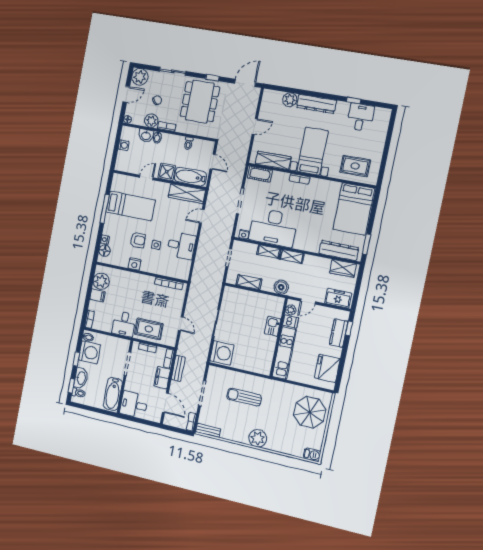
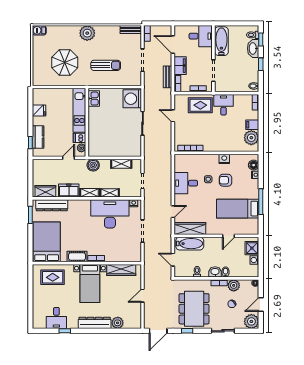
washbasin: (146, 136) -> (215, 272), moved
shower: (167, 172) -> (252, 248), moved
cot: (260, 174) -> (77, 257), moved
freezer: (338, 298) -> (69, 191), moved, turned 180
kitchen sink: (273, 326) -> (94, 99), moved
washing machine: (89, 352) -> (250, 73), removed
fridge: (327, 368) -> (39, 111), width x0.53, depth x0.75
parasol: (310, 412) -> (65, 62), moved

